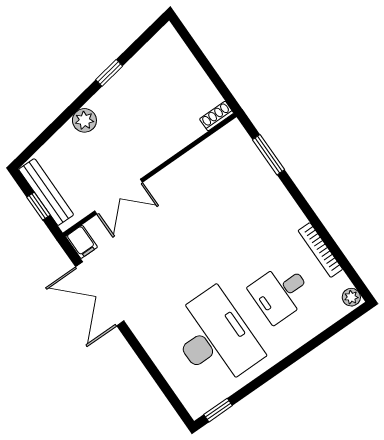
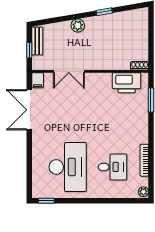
printer: (215, 154) -> (127, 83), added
bench: (46, 192) -> (37, 41), width x0.73
desk: (281, 292) -> (112, 167), turned 180

